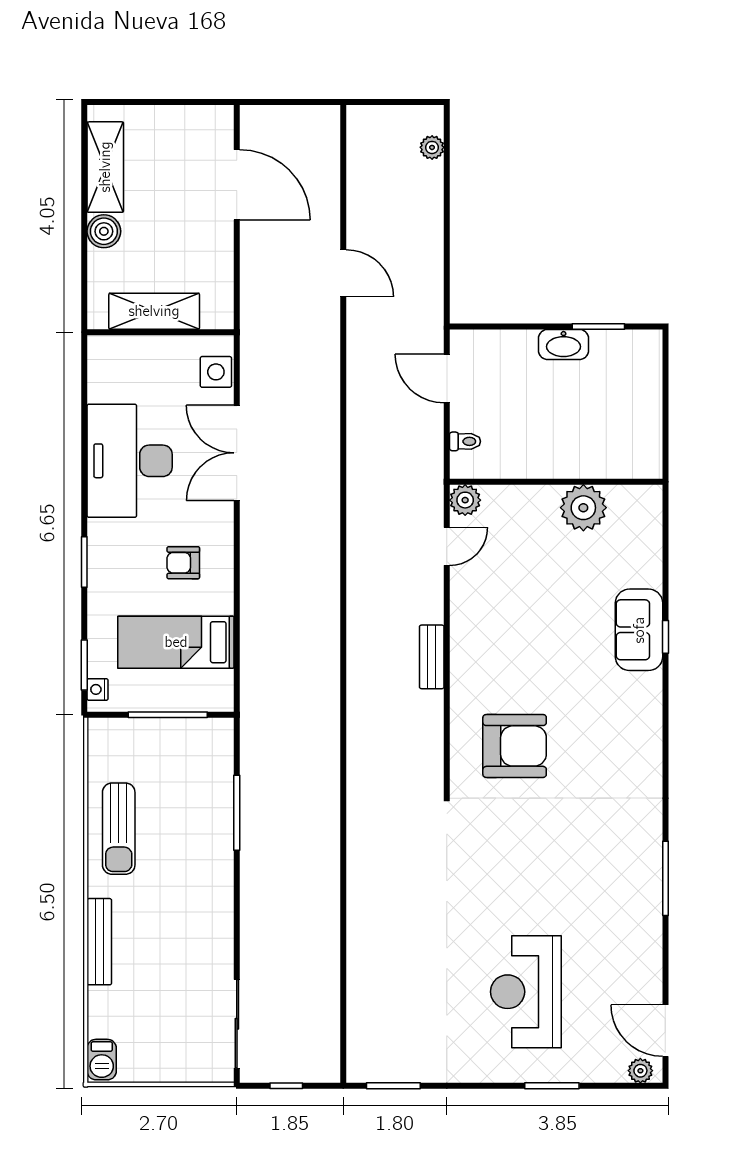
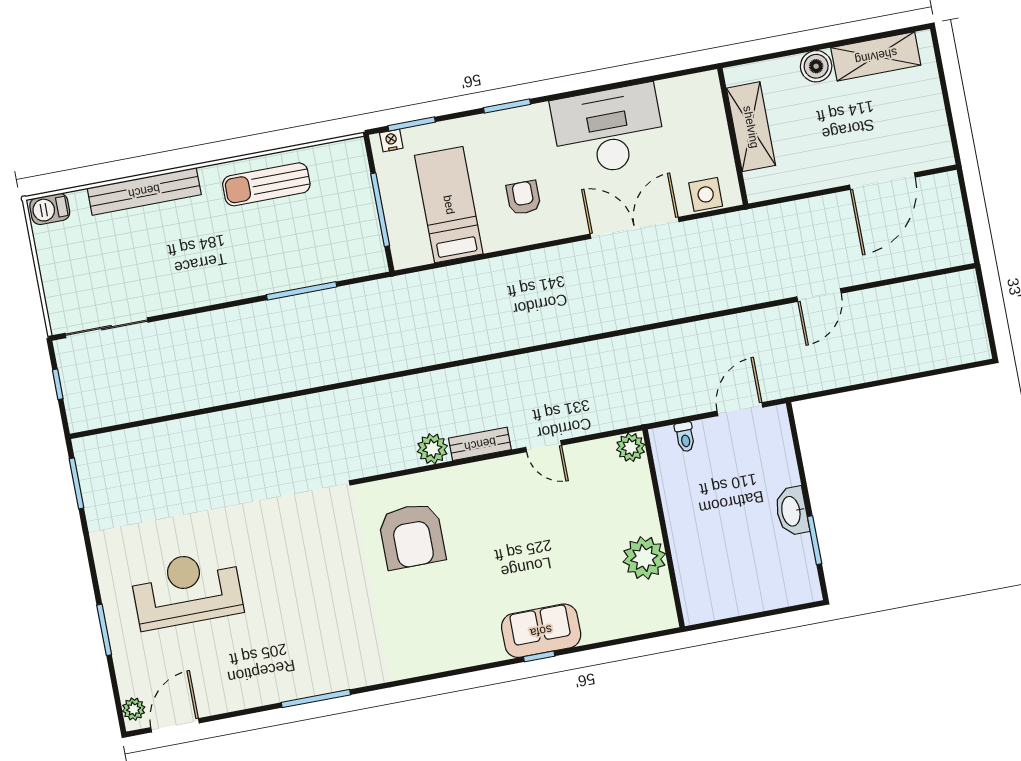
plant: (432, 147) -> (432, 449), moved, width x1.38, depth x1.38
door: (447, 546) -> (544, 446), moved
bench: (99, 942) -> (144, 191), width x1.37, depth x1.21

